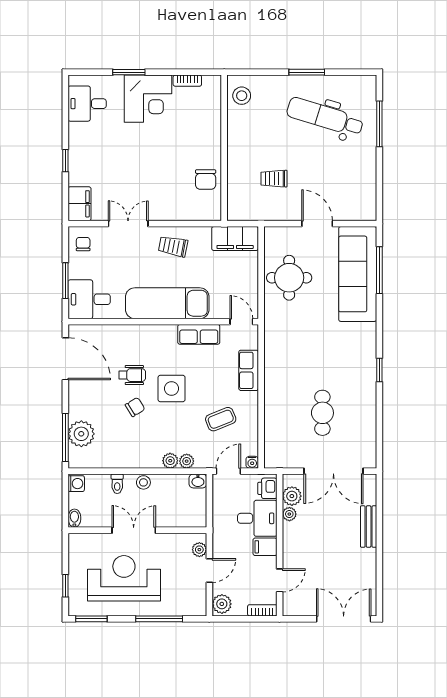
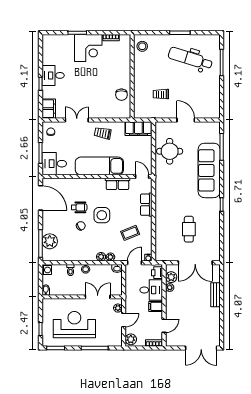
desk: (87, 104) -> (53, 75), moved
sofa: (358, 274) -> (209, 170), moved
double door: (134, 530) -> (98, 297), moved
double door: (344, 619) -> (201, 348), swing flipped

